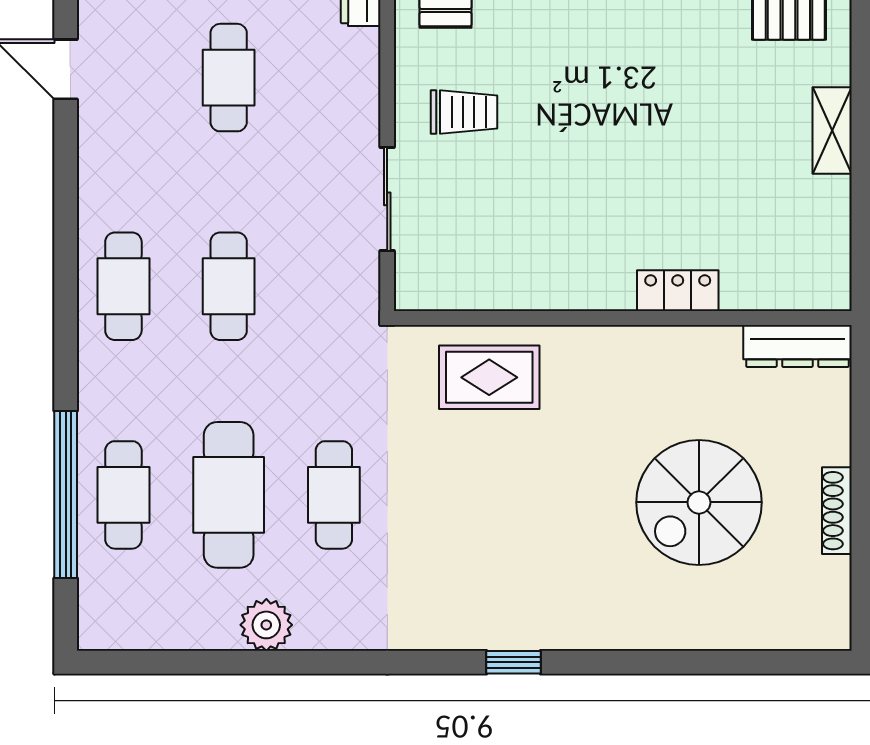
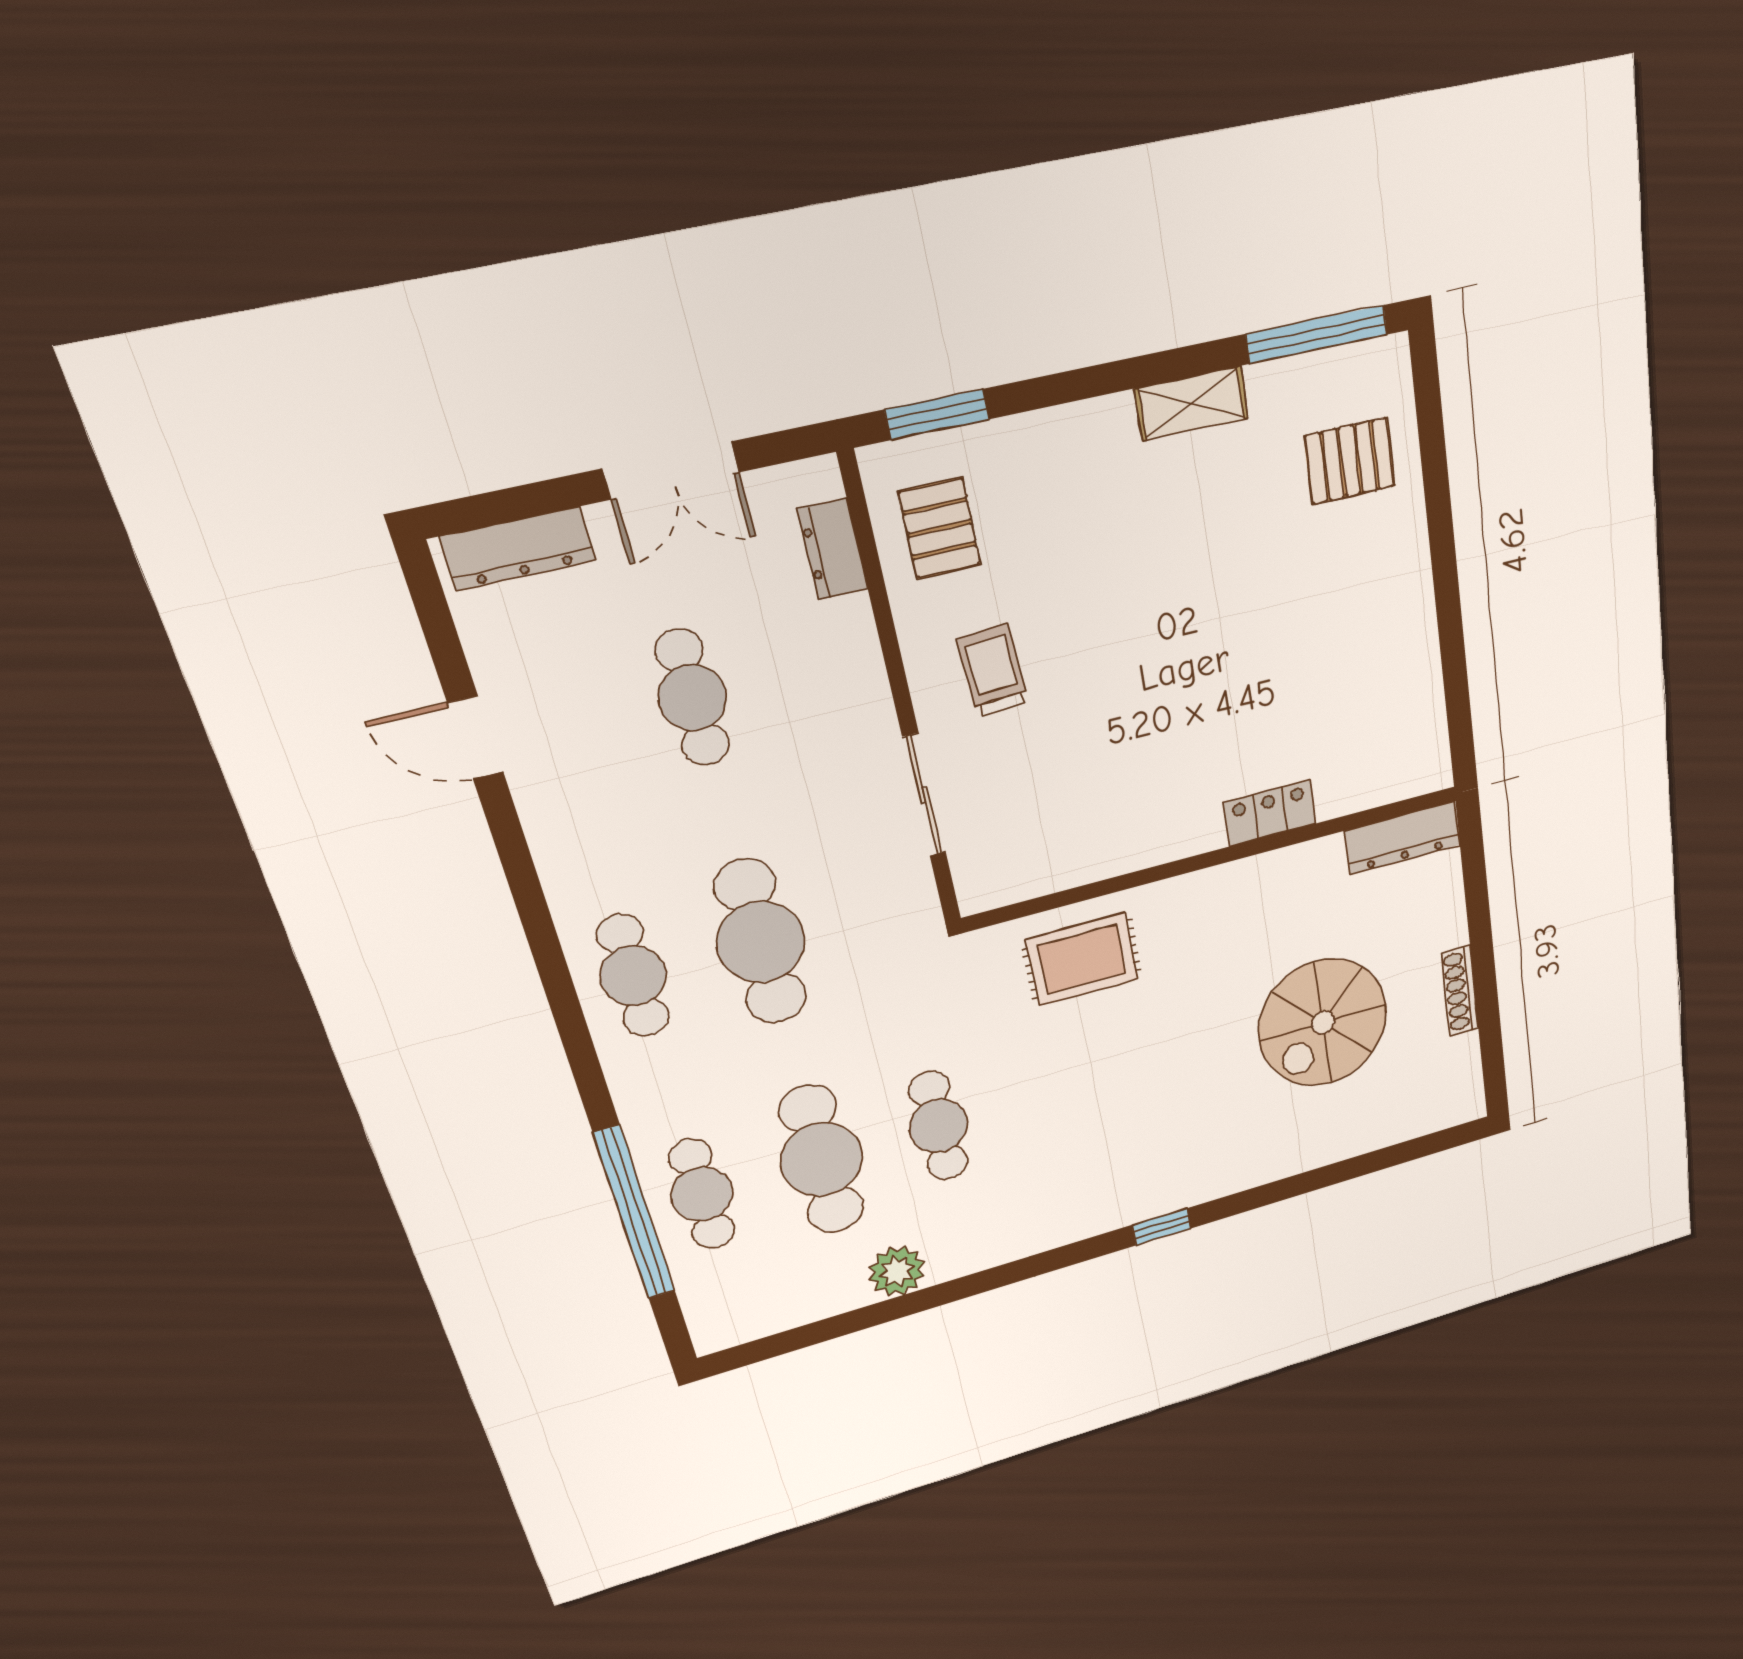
trolley: (464, 112) -> (993, 671), turned -94
shelving: (832, 130) -> (1413, 592), removed
cafe table: (229, 286) -> (761, 942), width x1.37, depth x1.35

